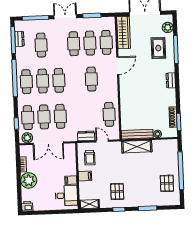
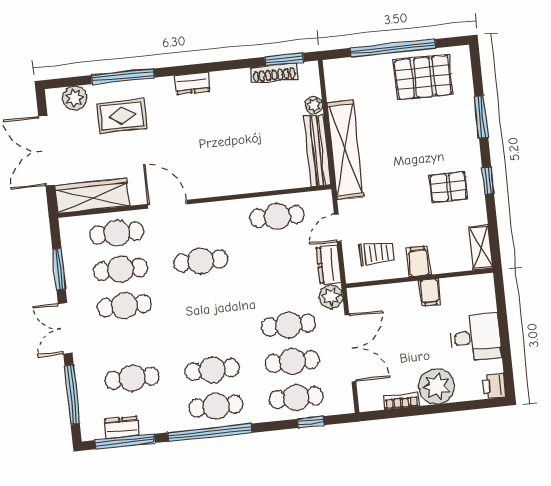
cafe table: (59, 80) -> (208, 334), removed
plant: (27, 138) -> (331, 297), moved
shelving: (137, 147) -> (345, 150), width x1.47
pallet: (167, 183) -> (423, 77), width x1.50, depth x1.42
desk: (66, 196) -> (475, 337), moved, turned 90

